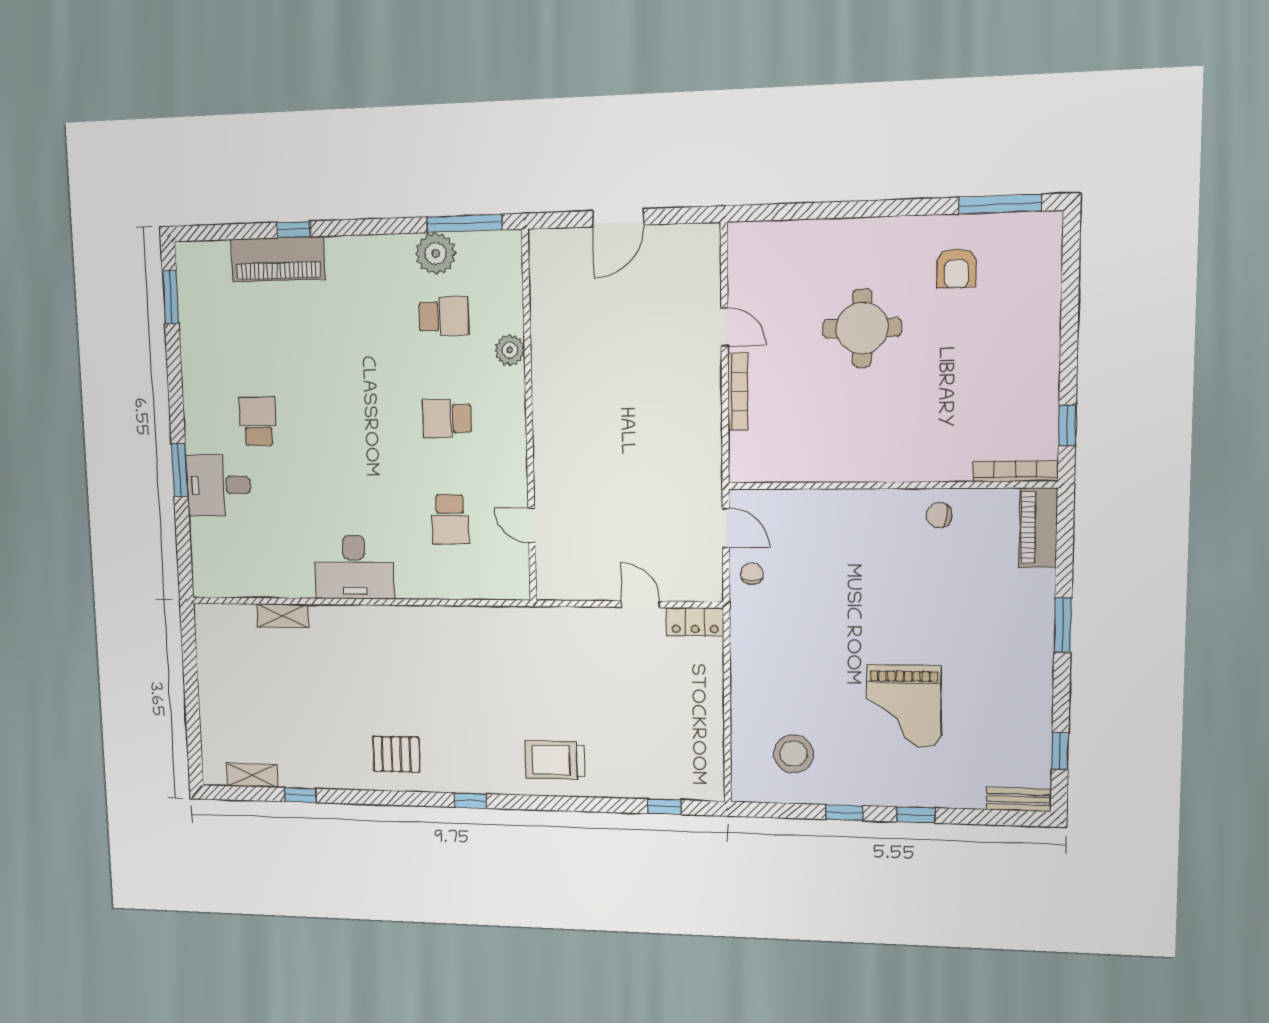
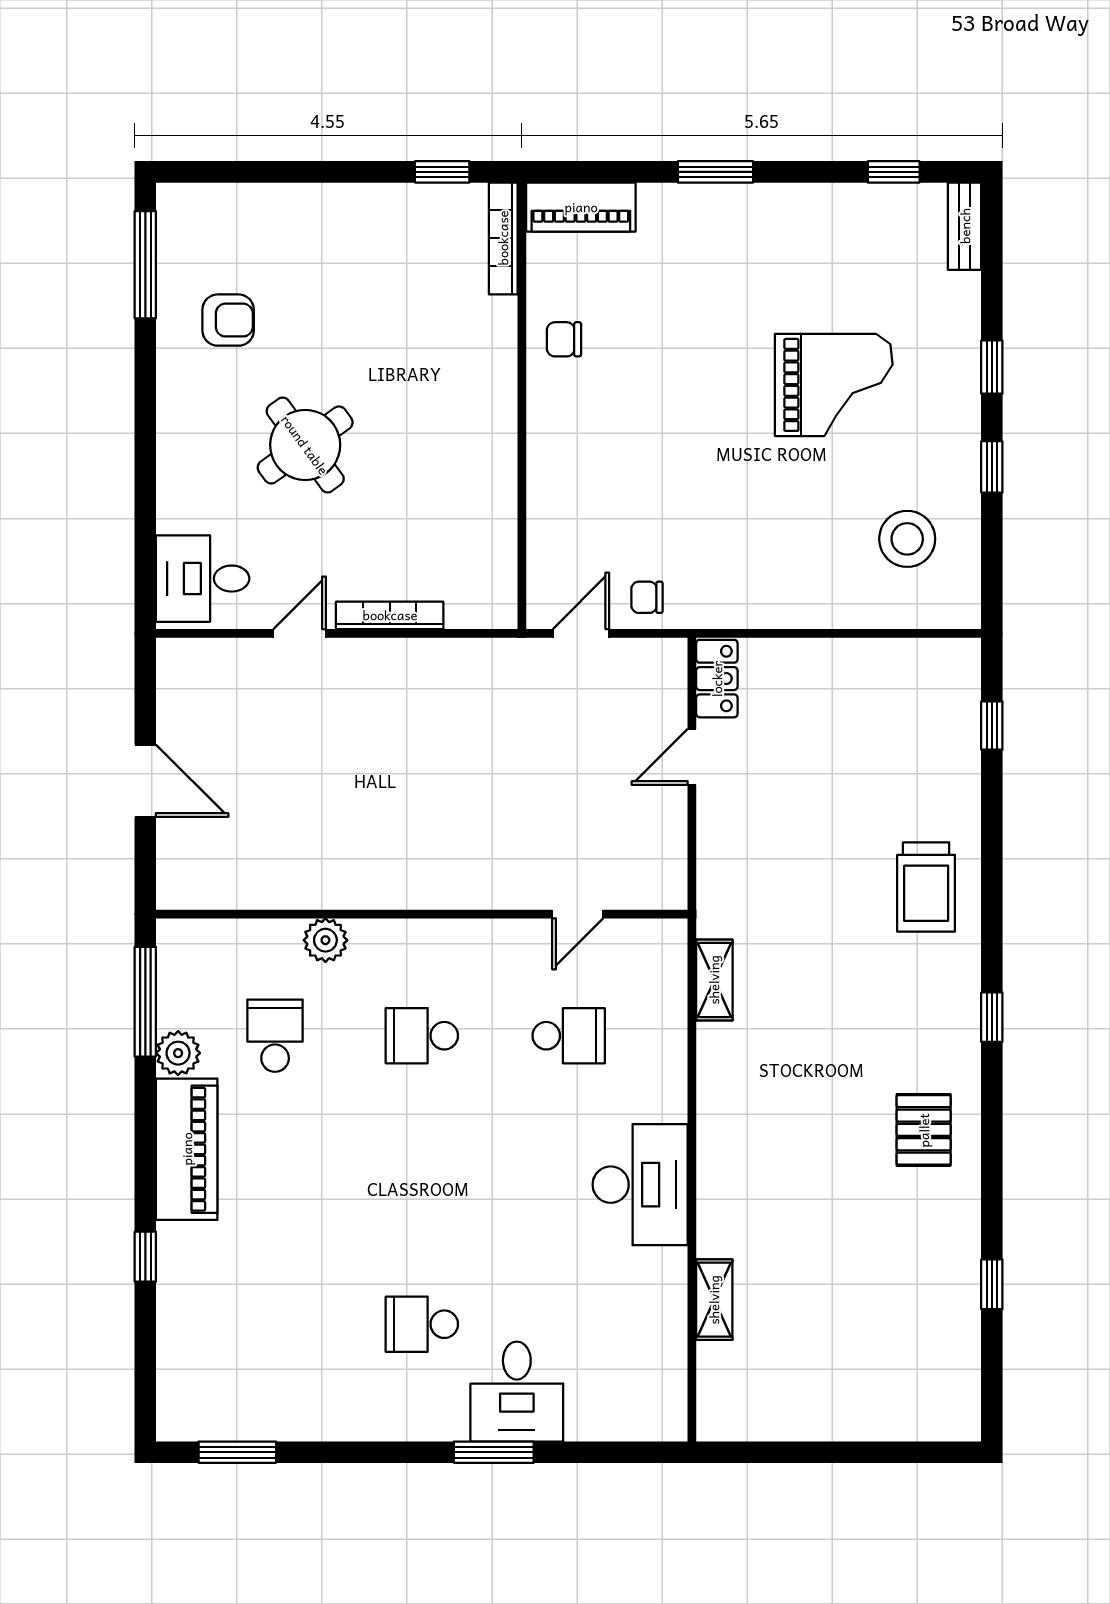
plant: (436, 253) -> (178, 1053), width x0.73, depth x0.73
desk: (764, 255) -> (203, 579), added
piano: (278, 259) -> (187, 1149), moved
round table: (862, 328) -> (305, 445), turned -36
school desk: (447, 419) -> (422, 1036), turned 90
chair: (939, 515) -> (564, 339), turned 82
shelving: (252, 775) -> (714, 980), moved

